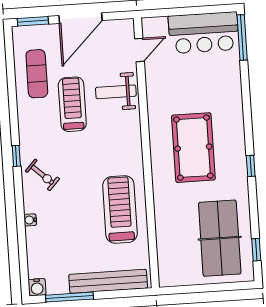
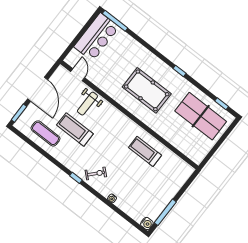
treadmill: (120, 210) -> (145, 151), width x0.73, depth x0.73
bench: (108, 281) -> (174, 187), removed

